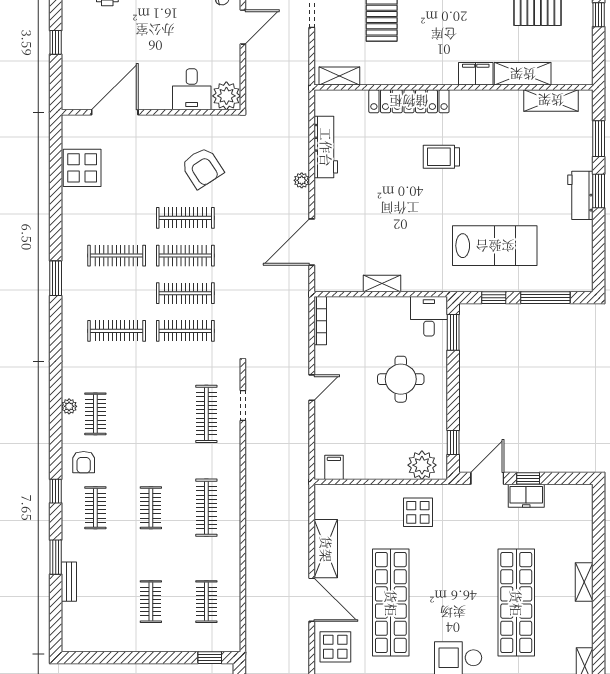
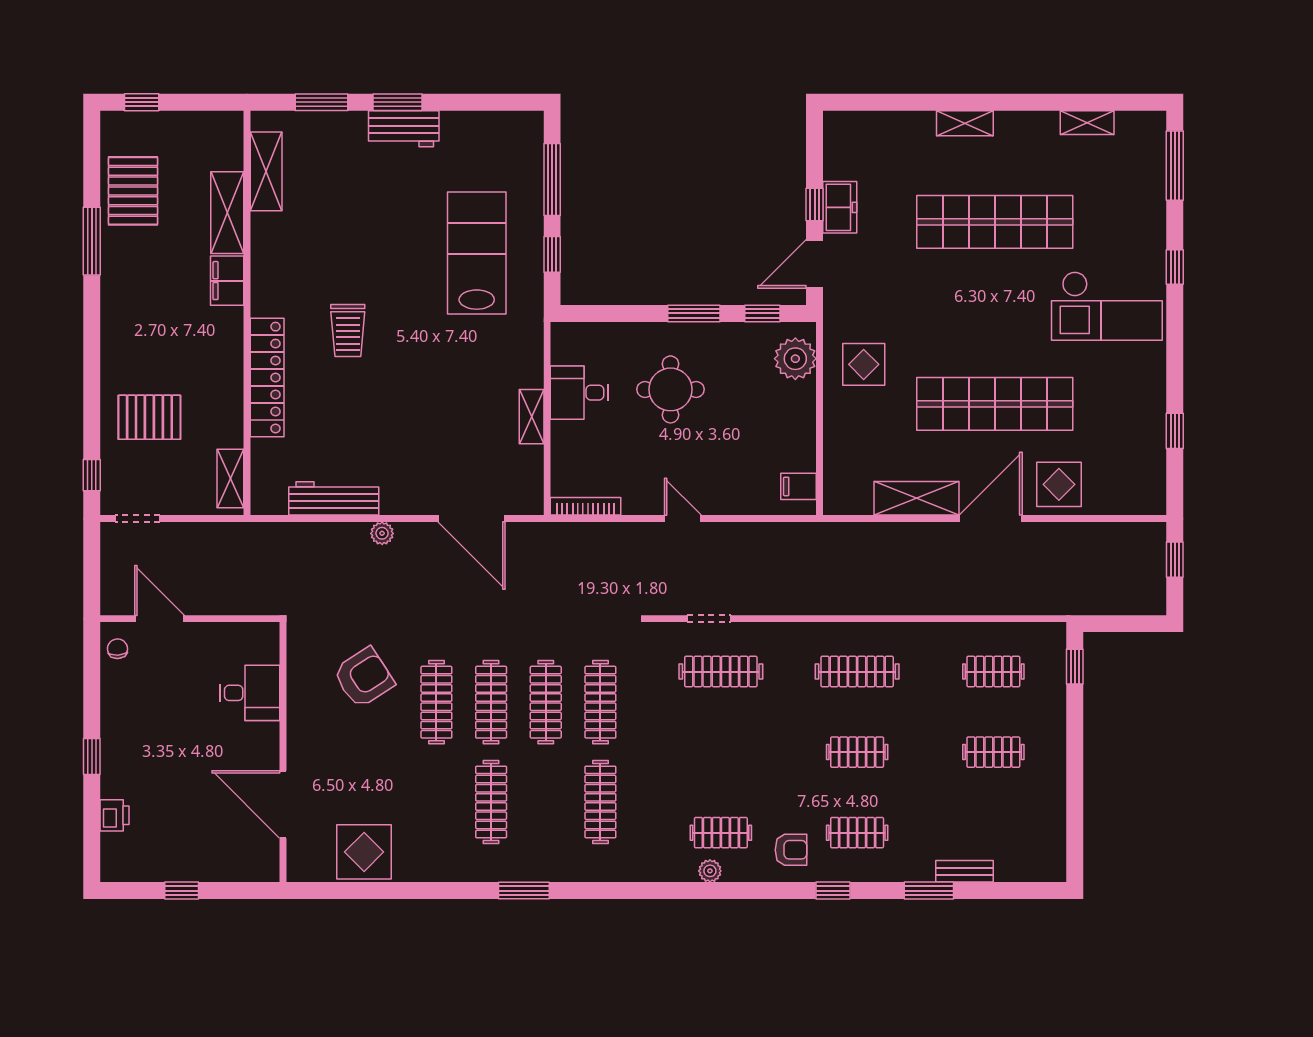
plant: (226, 96) -> (259, 642), removed
desk: (429, 316) -> (579, 393), moved
window: (453, 332) -> (694, 313), moved
door: (487, 478) -> (815, 264), hinge flipped

